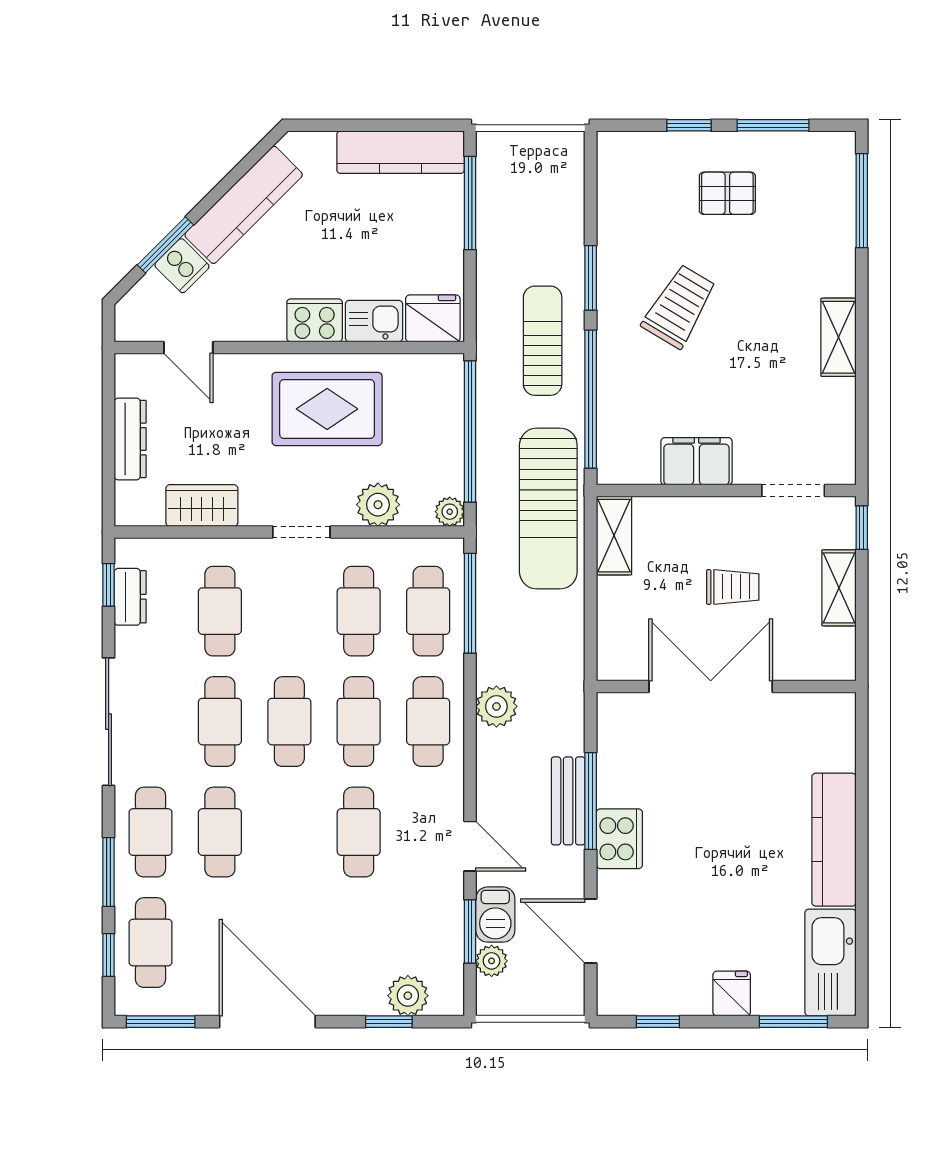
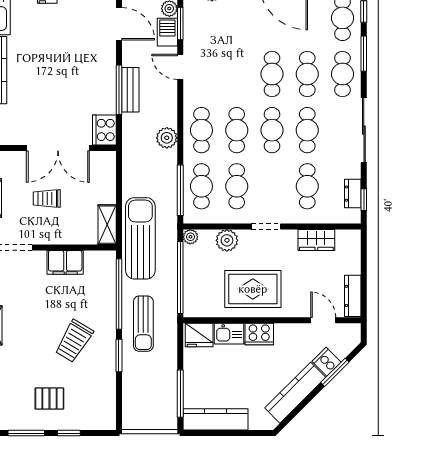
dresser: (130, 439) -> (353, 296), moved
cafe table: (359, 832) -> (272, 74), moved
cooker: (619, 839) -> (104, 130), moved

